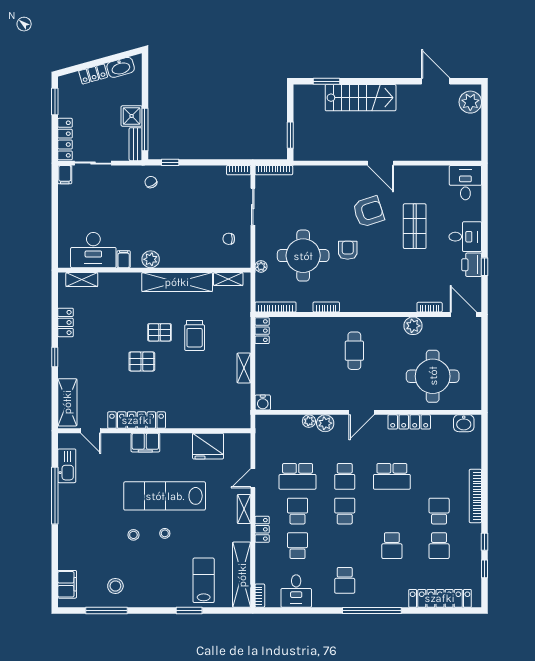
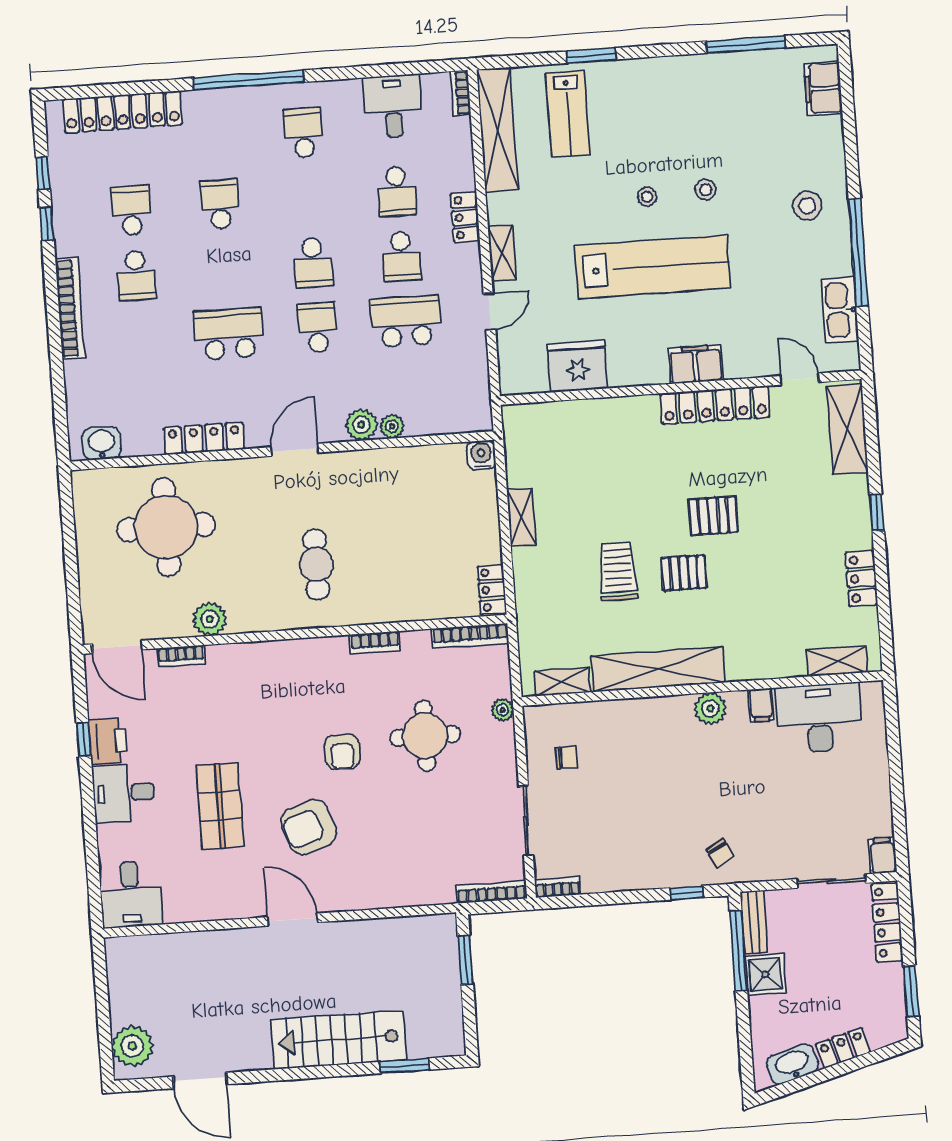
round table: (303, 256) -> (425, 736), width x0.73, depth x0.73
stool: (115, 586) -> (807, 206), moved

